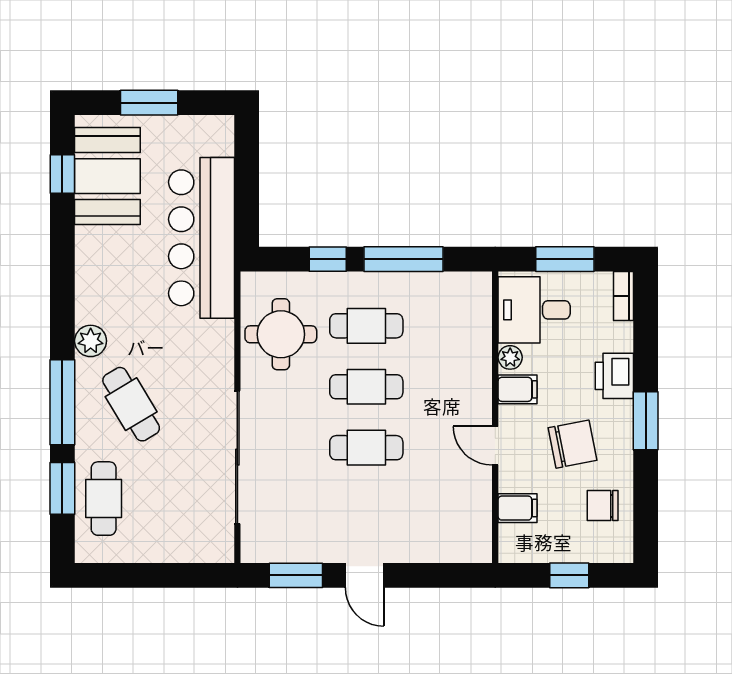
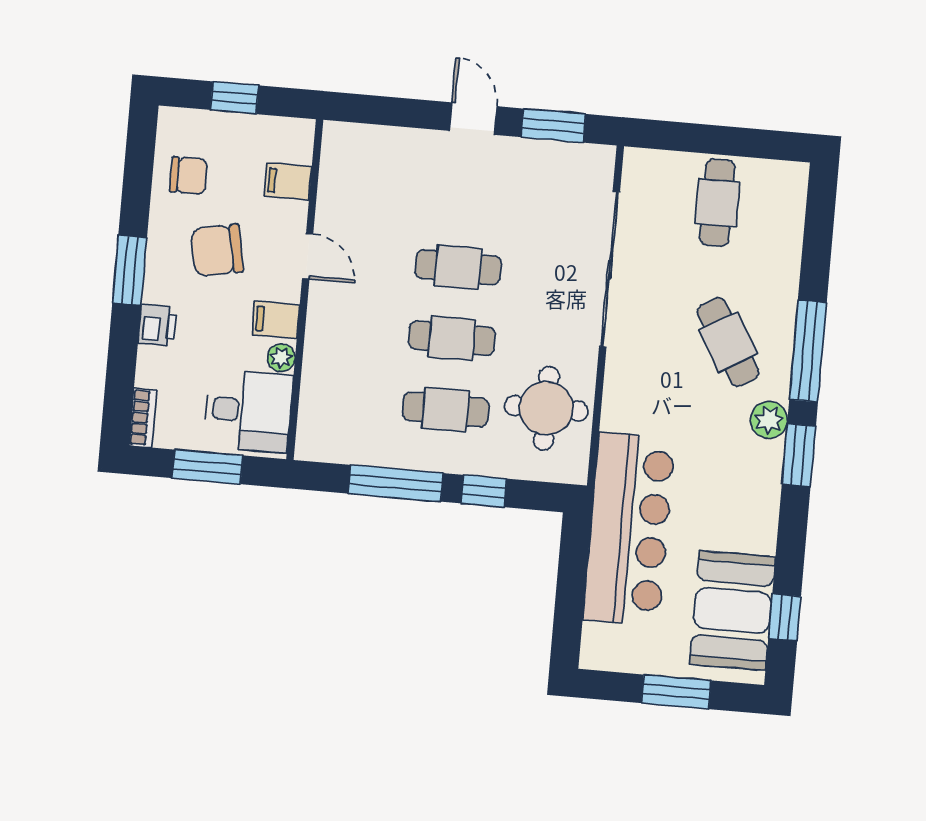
printer: (614, 376) -> (157, 325), width x0.73, depth x0.81
window: (62, 488) -> (799, 455), moved
cafe table: (104, 499) -> (717, 203), moved

